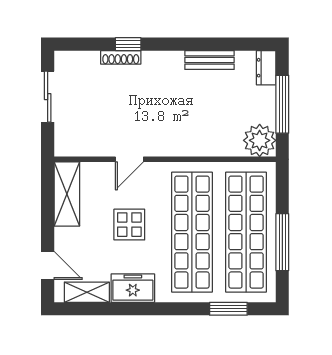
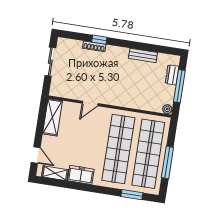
dresser: (266, 68) -> (172, 75), moved
plant: (260, 140) -> (167, 109), width x0.53, depth x0.53
display table: (129, 225) -> (84, 140), removed

